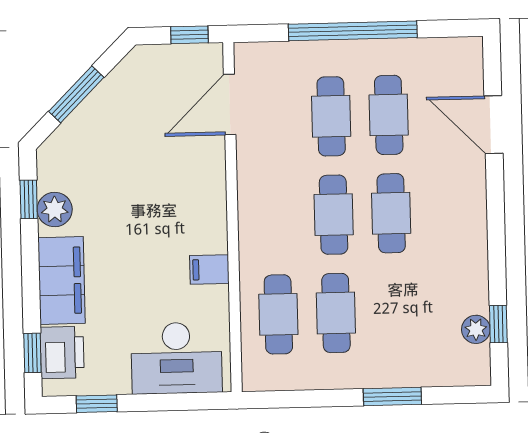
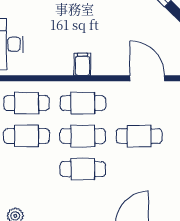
cafe table: (389, 115) -> (83, 103), moved
filing cabinet: (209, 269) -> (82, 64), moved

